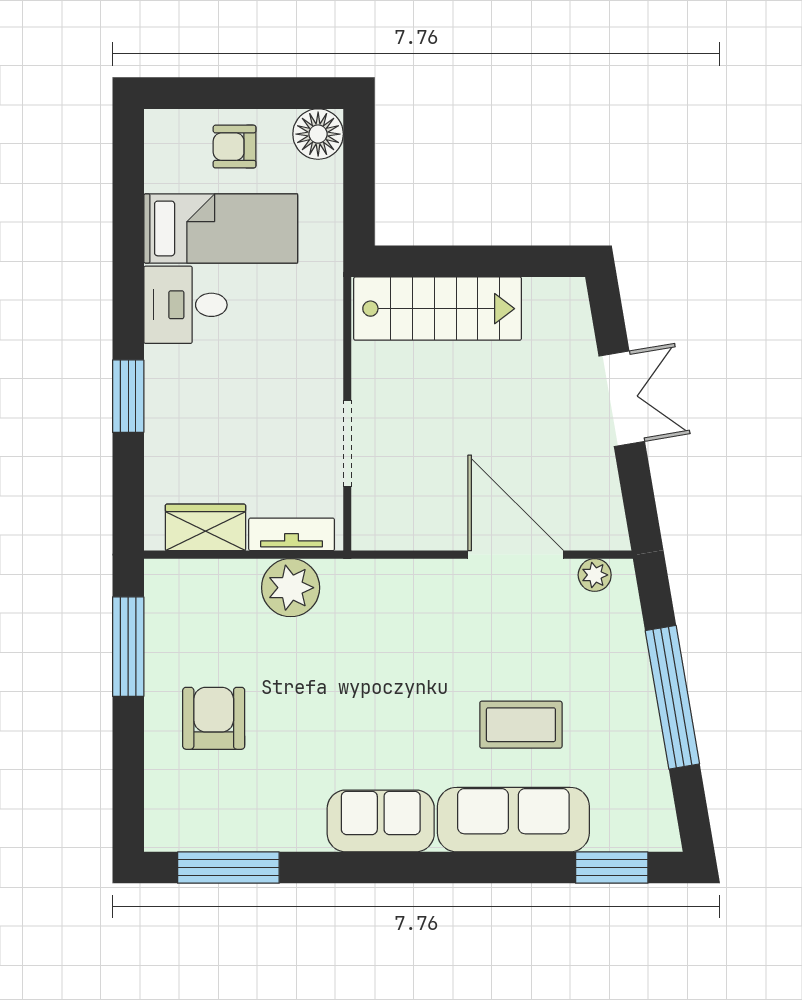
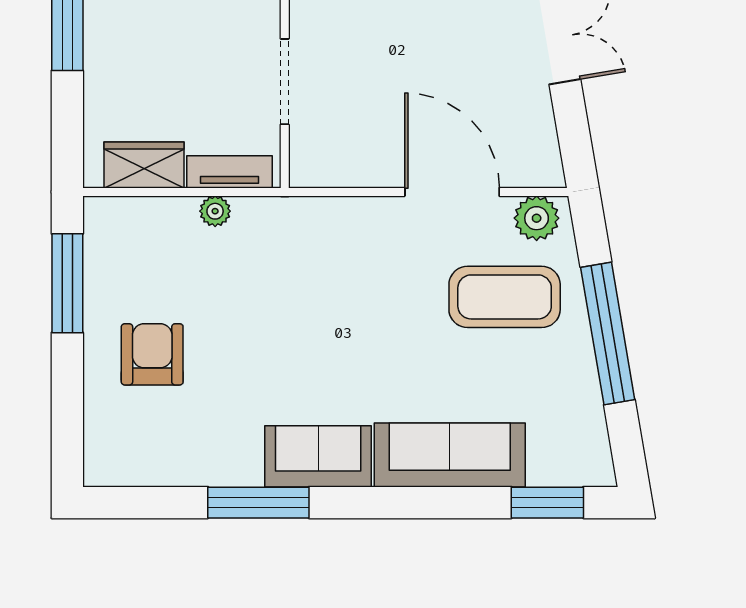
plant: (595, 575) -> (537, 218), width x1.38, depth x1.38
plant: (291, 588) -> (215, 211), width x0.53, depth x0.53
coffee table: (521, 725) -> (505, 297), moved, width x1.36, depth x1.32
window: (228, 868) -> (258, 503), moved

